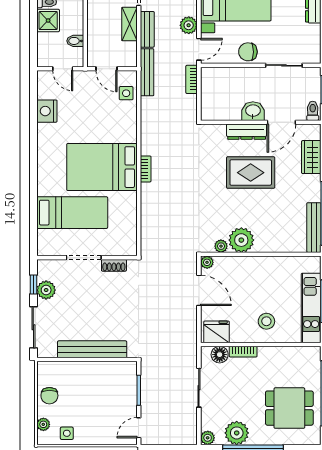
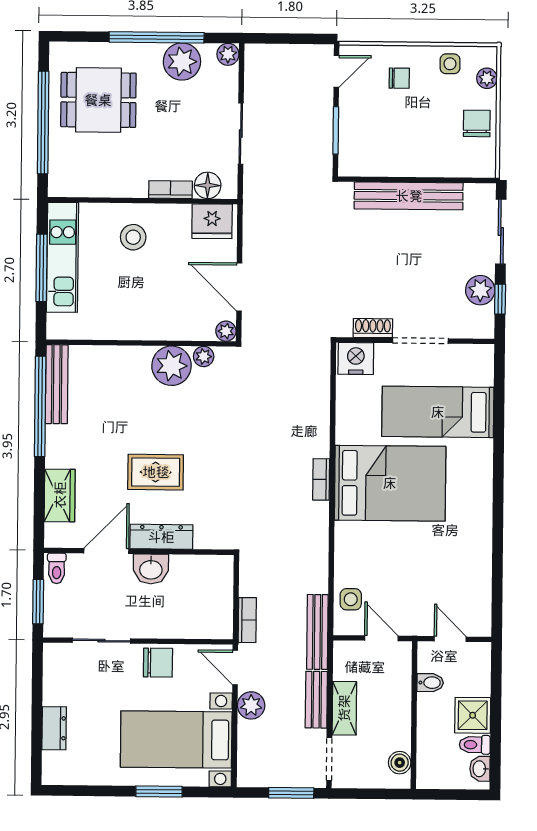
door: (199, 49) -> (235, 667), hinge flipped
nightstand: (47, 111) -> (356, 359), moved, turned -90
rug: (251, 173) -> (156, 472), width x0.73, depth x0.70
chair: (99, 424) -> (399, 78), added

